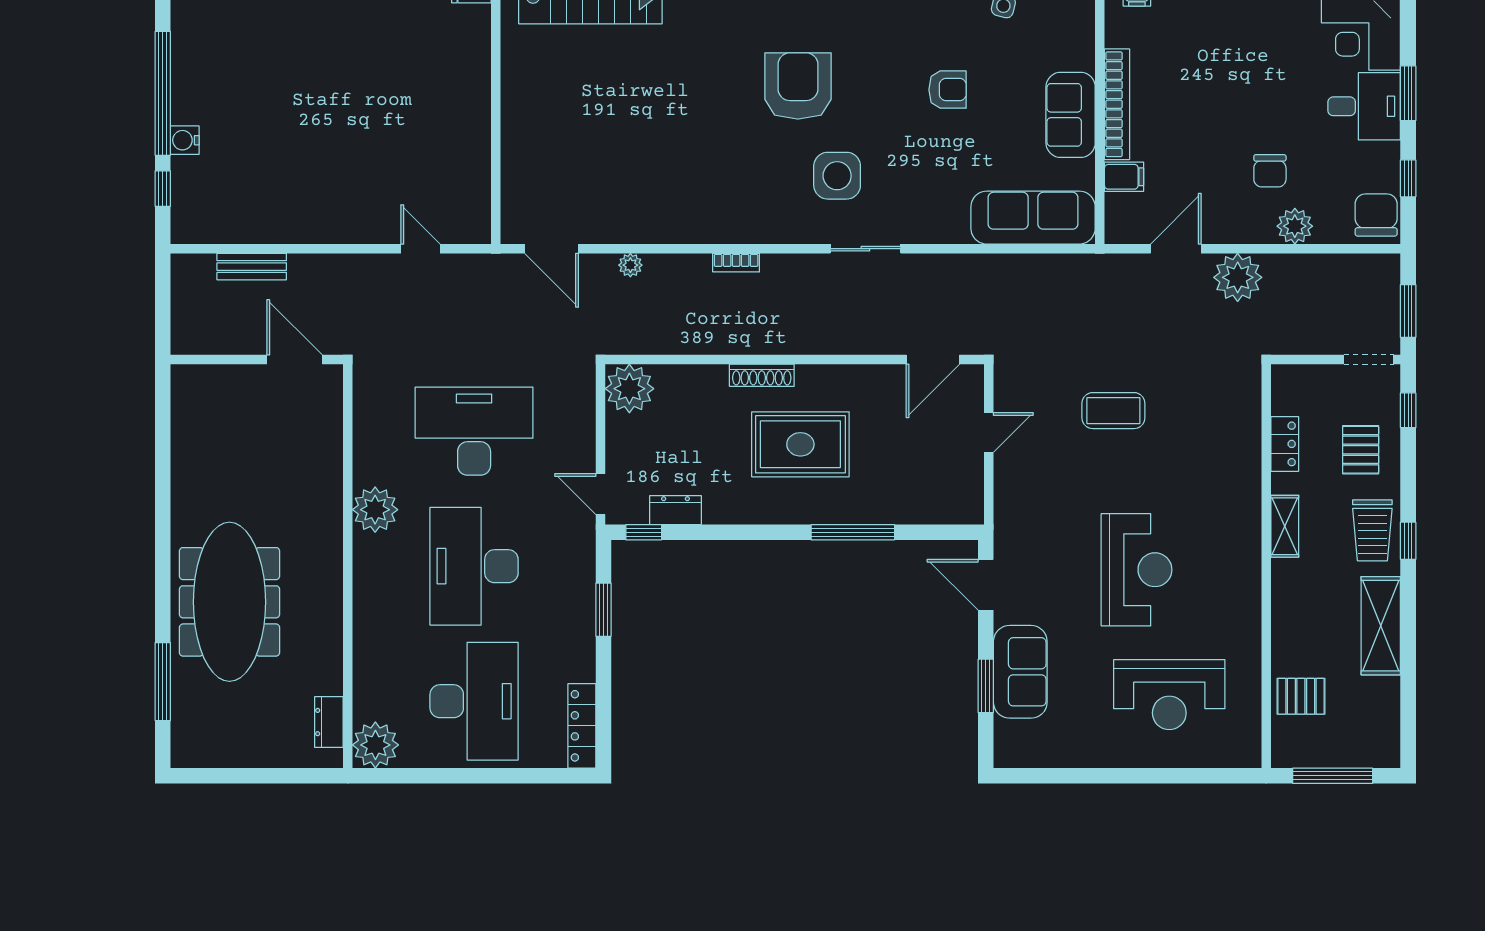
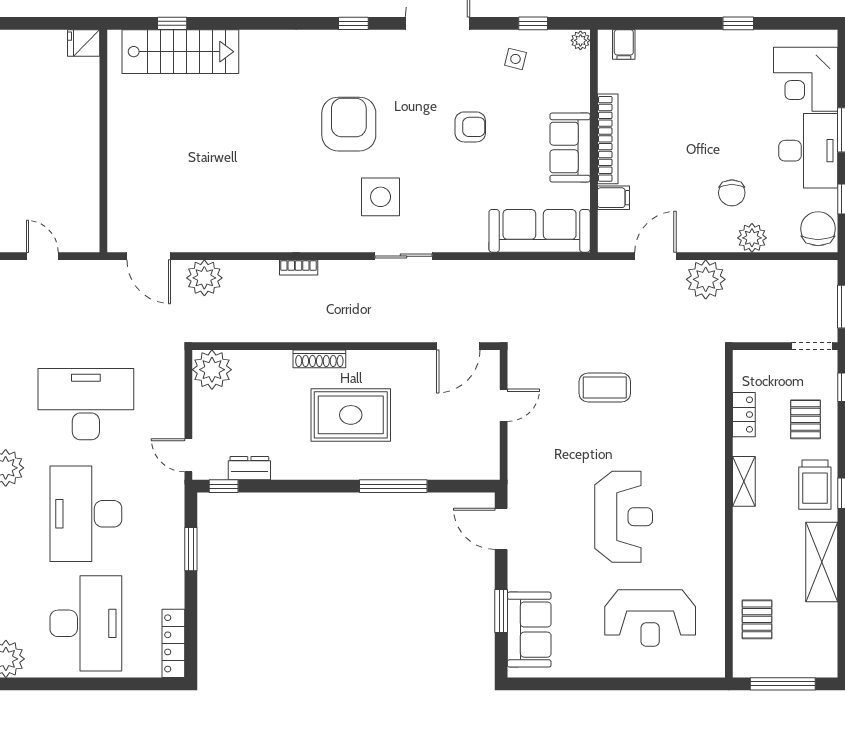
desk: (1364, 106) -> (808, 151), width x1.37
plant: (630, 265) -> (204, 278), width x1.87, depth x1.87
sofa: (1020, 672) -> (529, 630), moved
pallet: (1301, 696) -> (757, 619), turned 90

